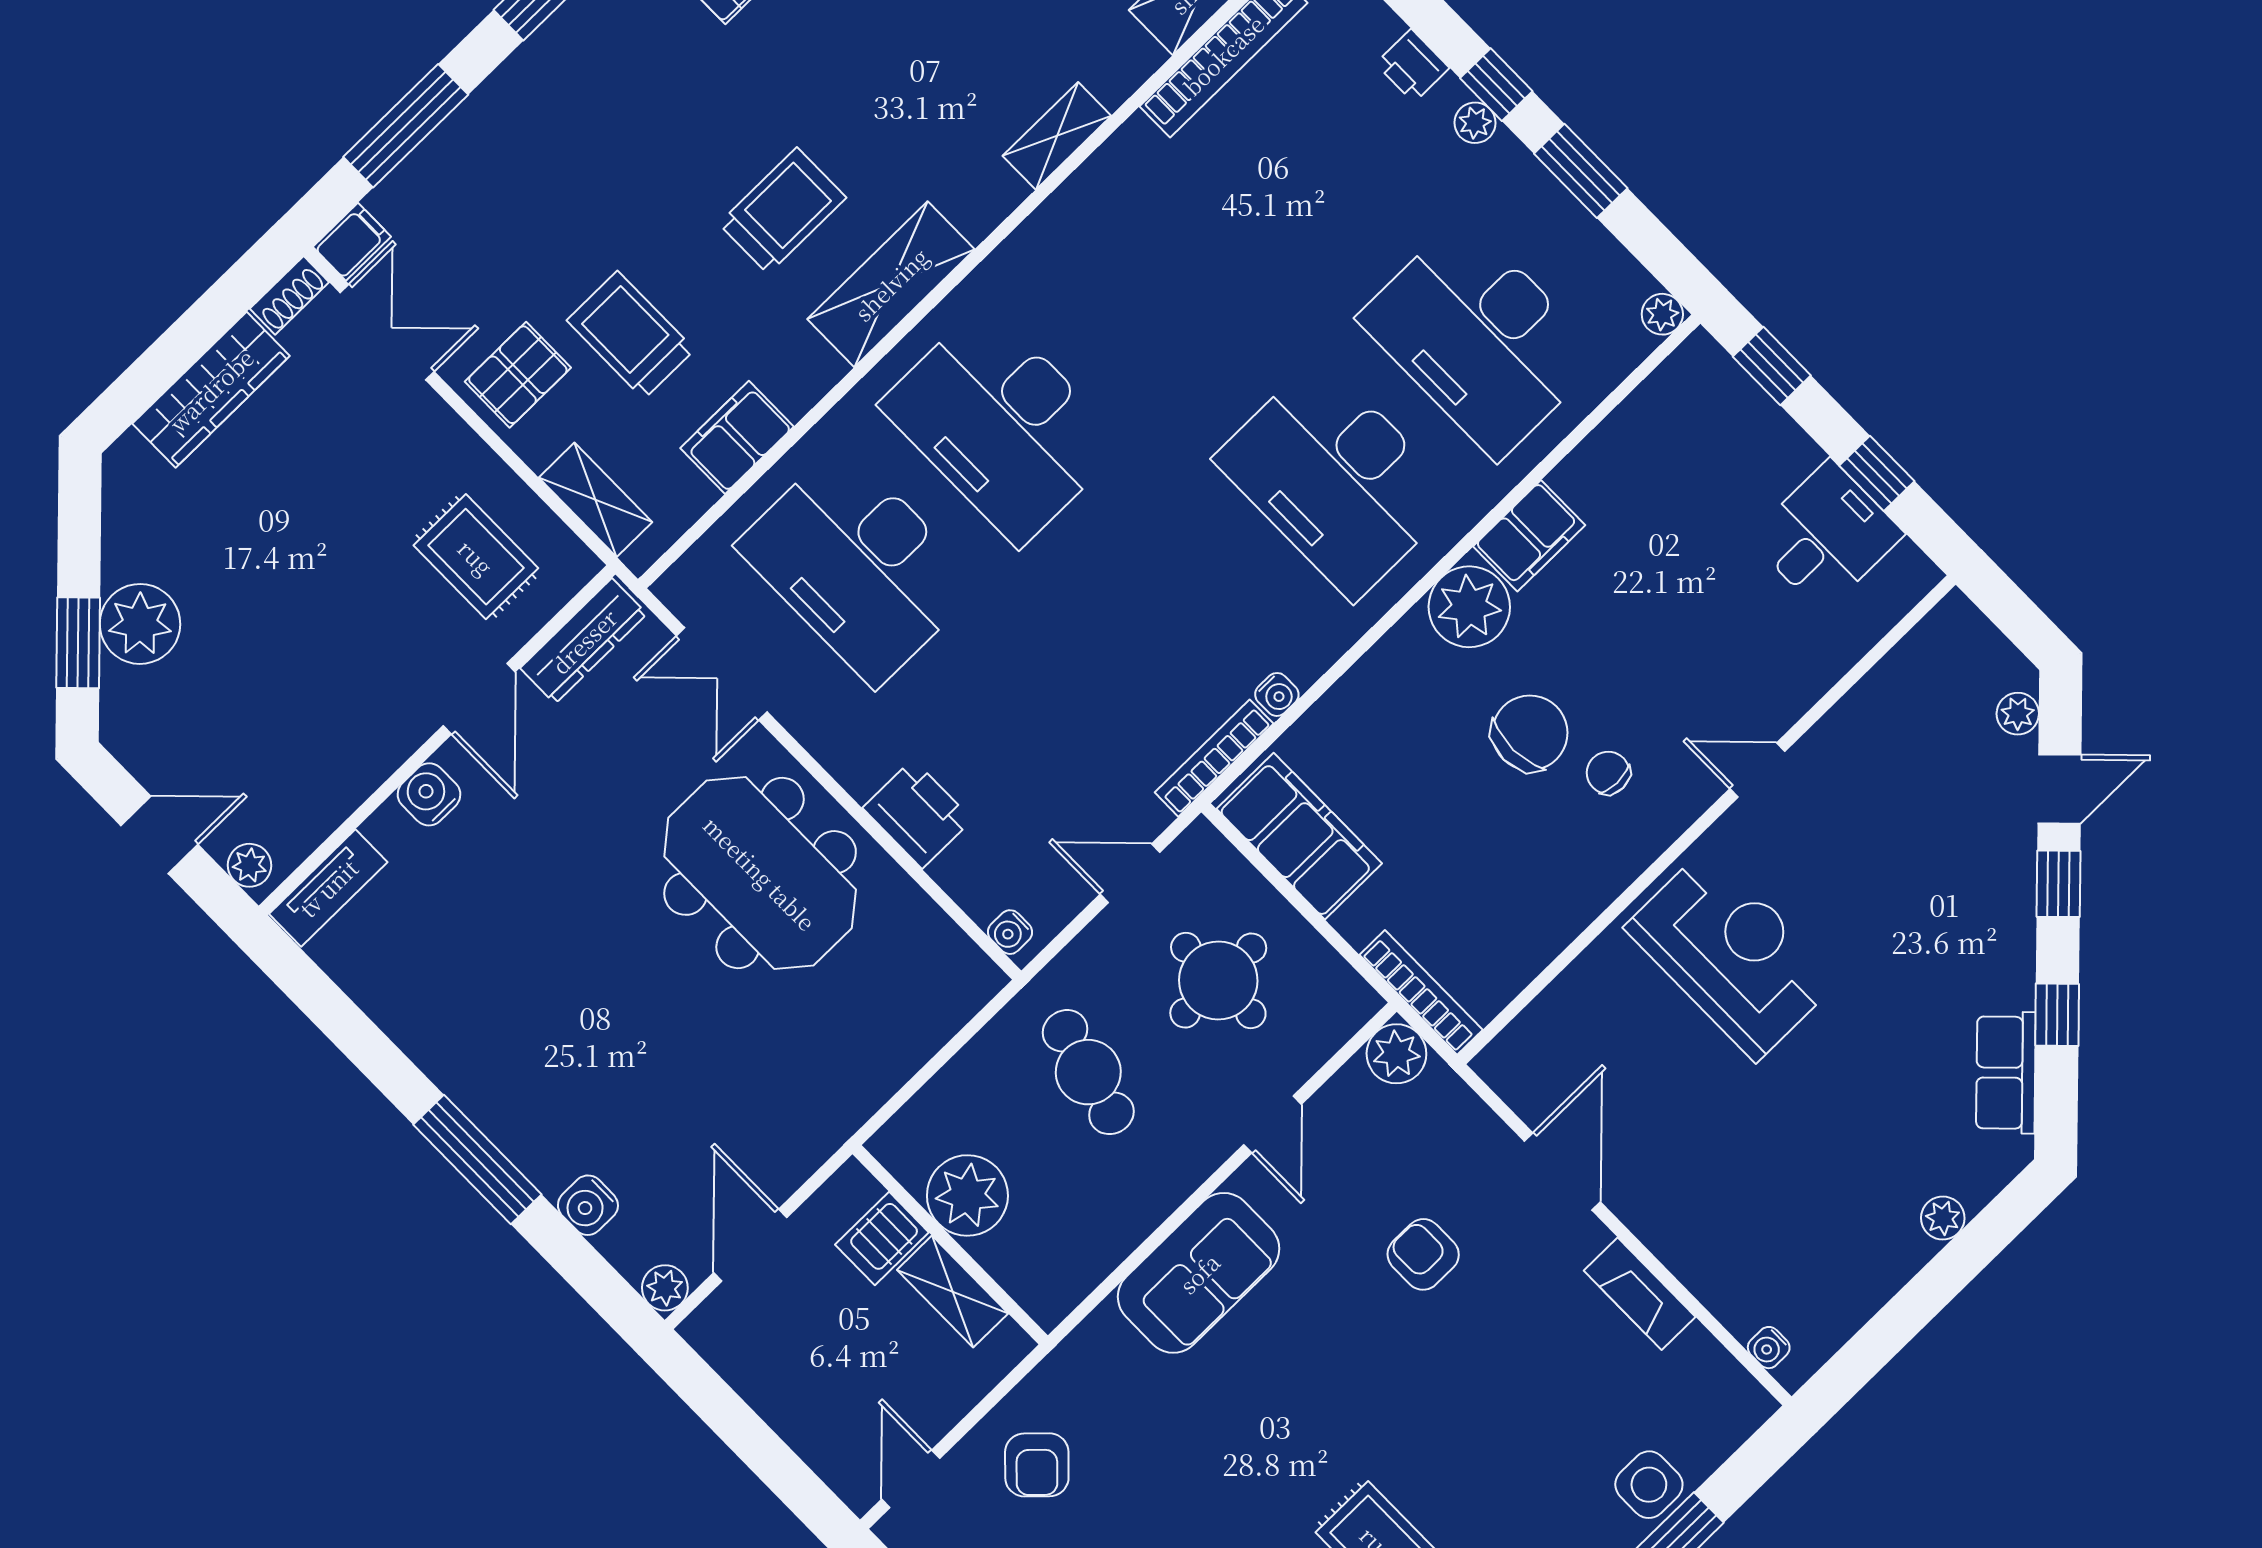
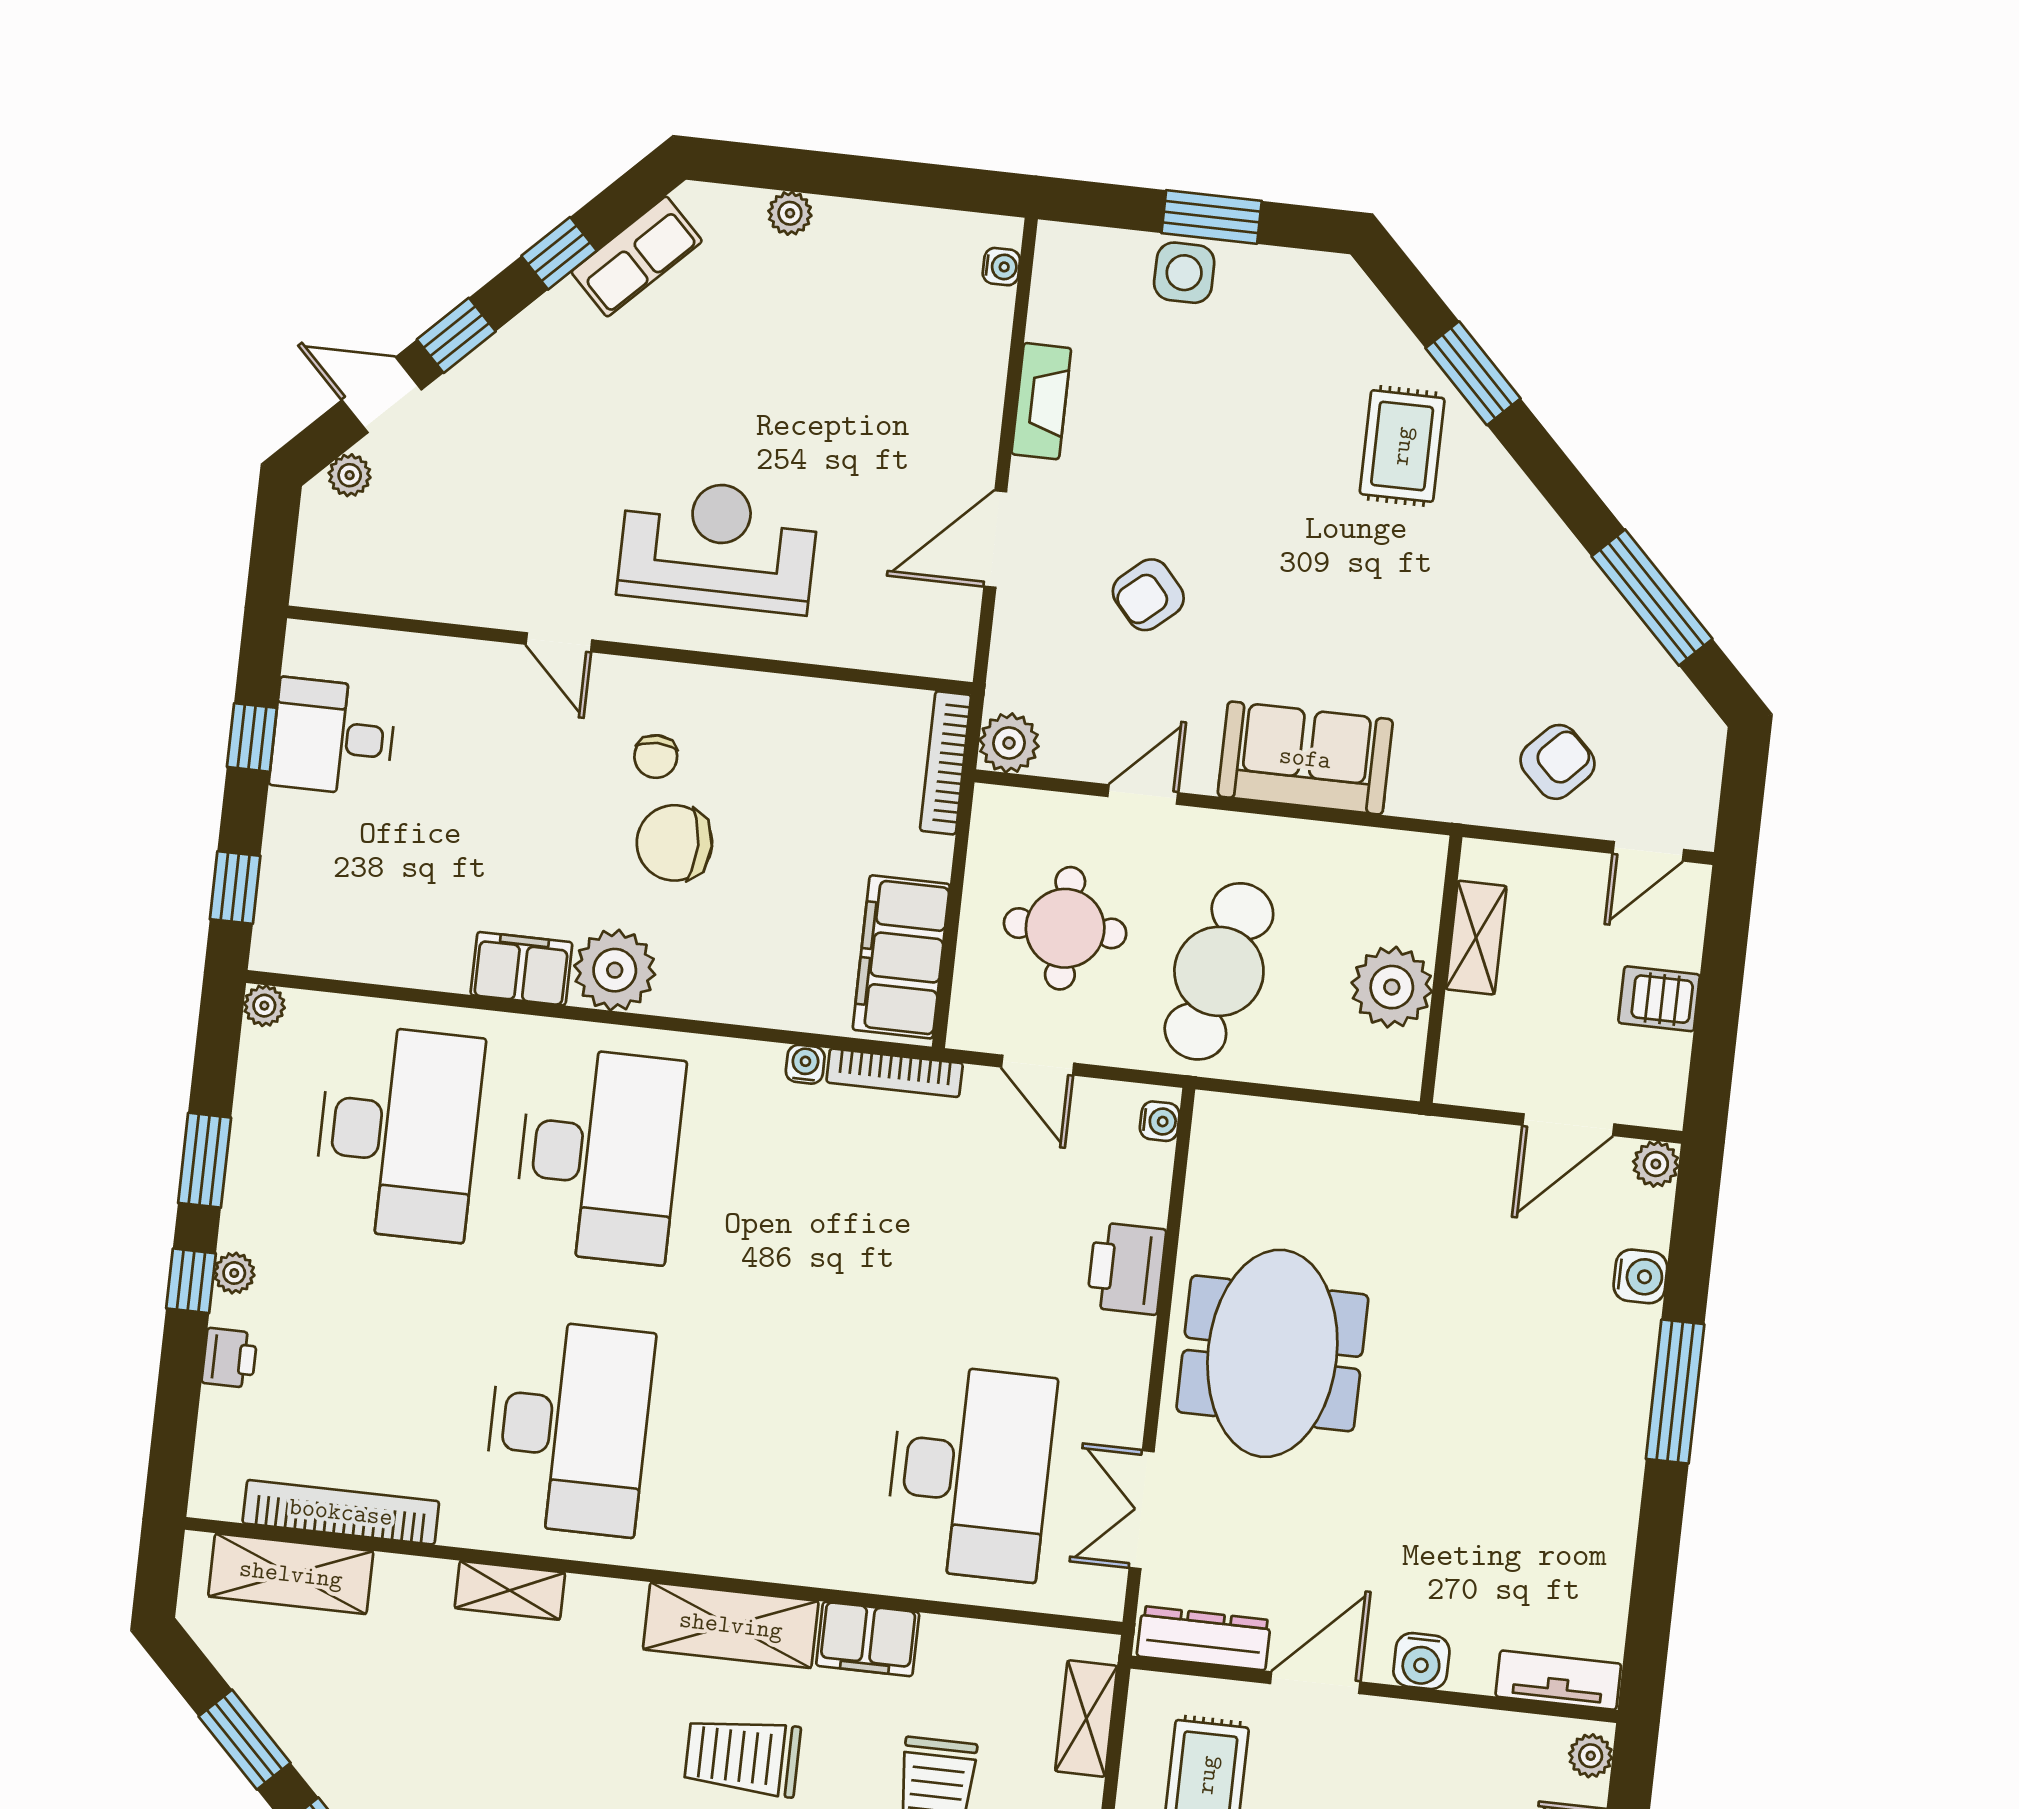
desk: (1002, 424) -> (569, 1427), moved
filing cabinet: (737, 437) -> (868, 1639), moved
double door: (722, 674) -> (1142, 1510), swing flipped
reception desk: (1732, 954) -> (718, 545), turned 90
cafe table: (1088, 1072) -> (1219, 971), width x1.37, depth x1.35
server rack: (882, 1238) -> (1659, 999), moved, turned 180
armchair: (1423, 1254) -> (1148, 595), turned 49

